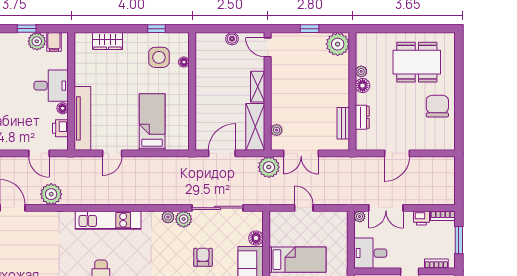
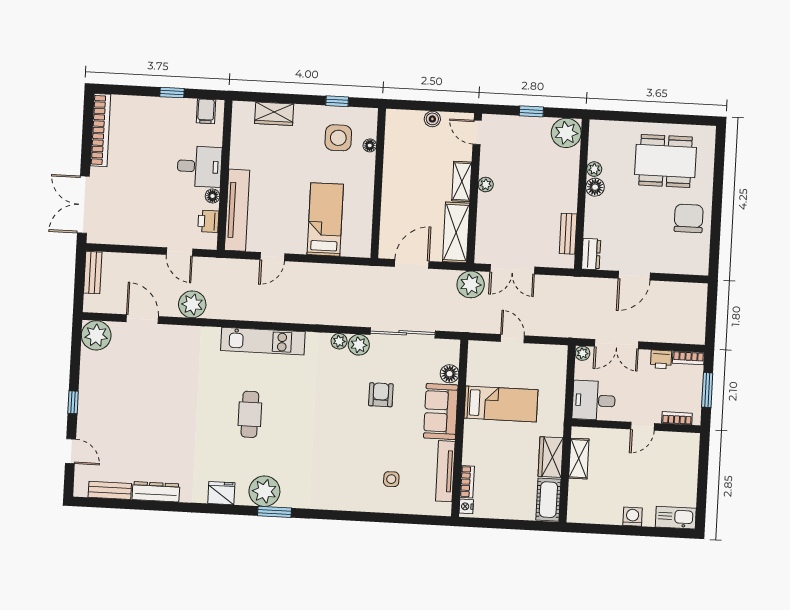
plant: (37, 41) -> (184, 109), removed
dresser: (362, 117) -> (591, 254), moved
plant: (277, 130) -> (486, 185), moved

